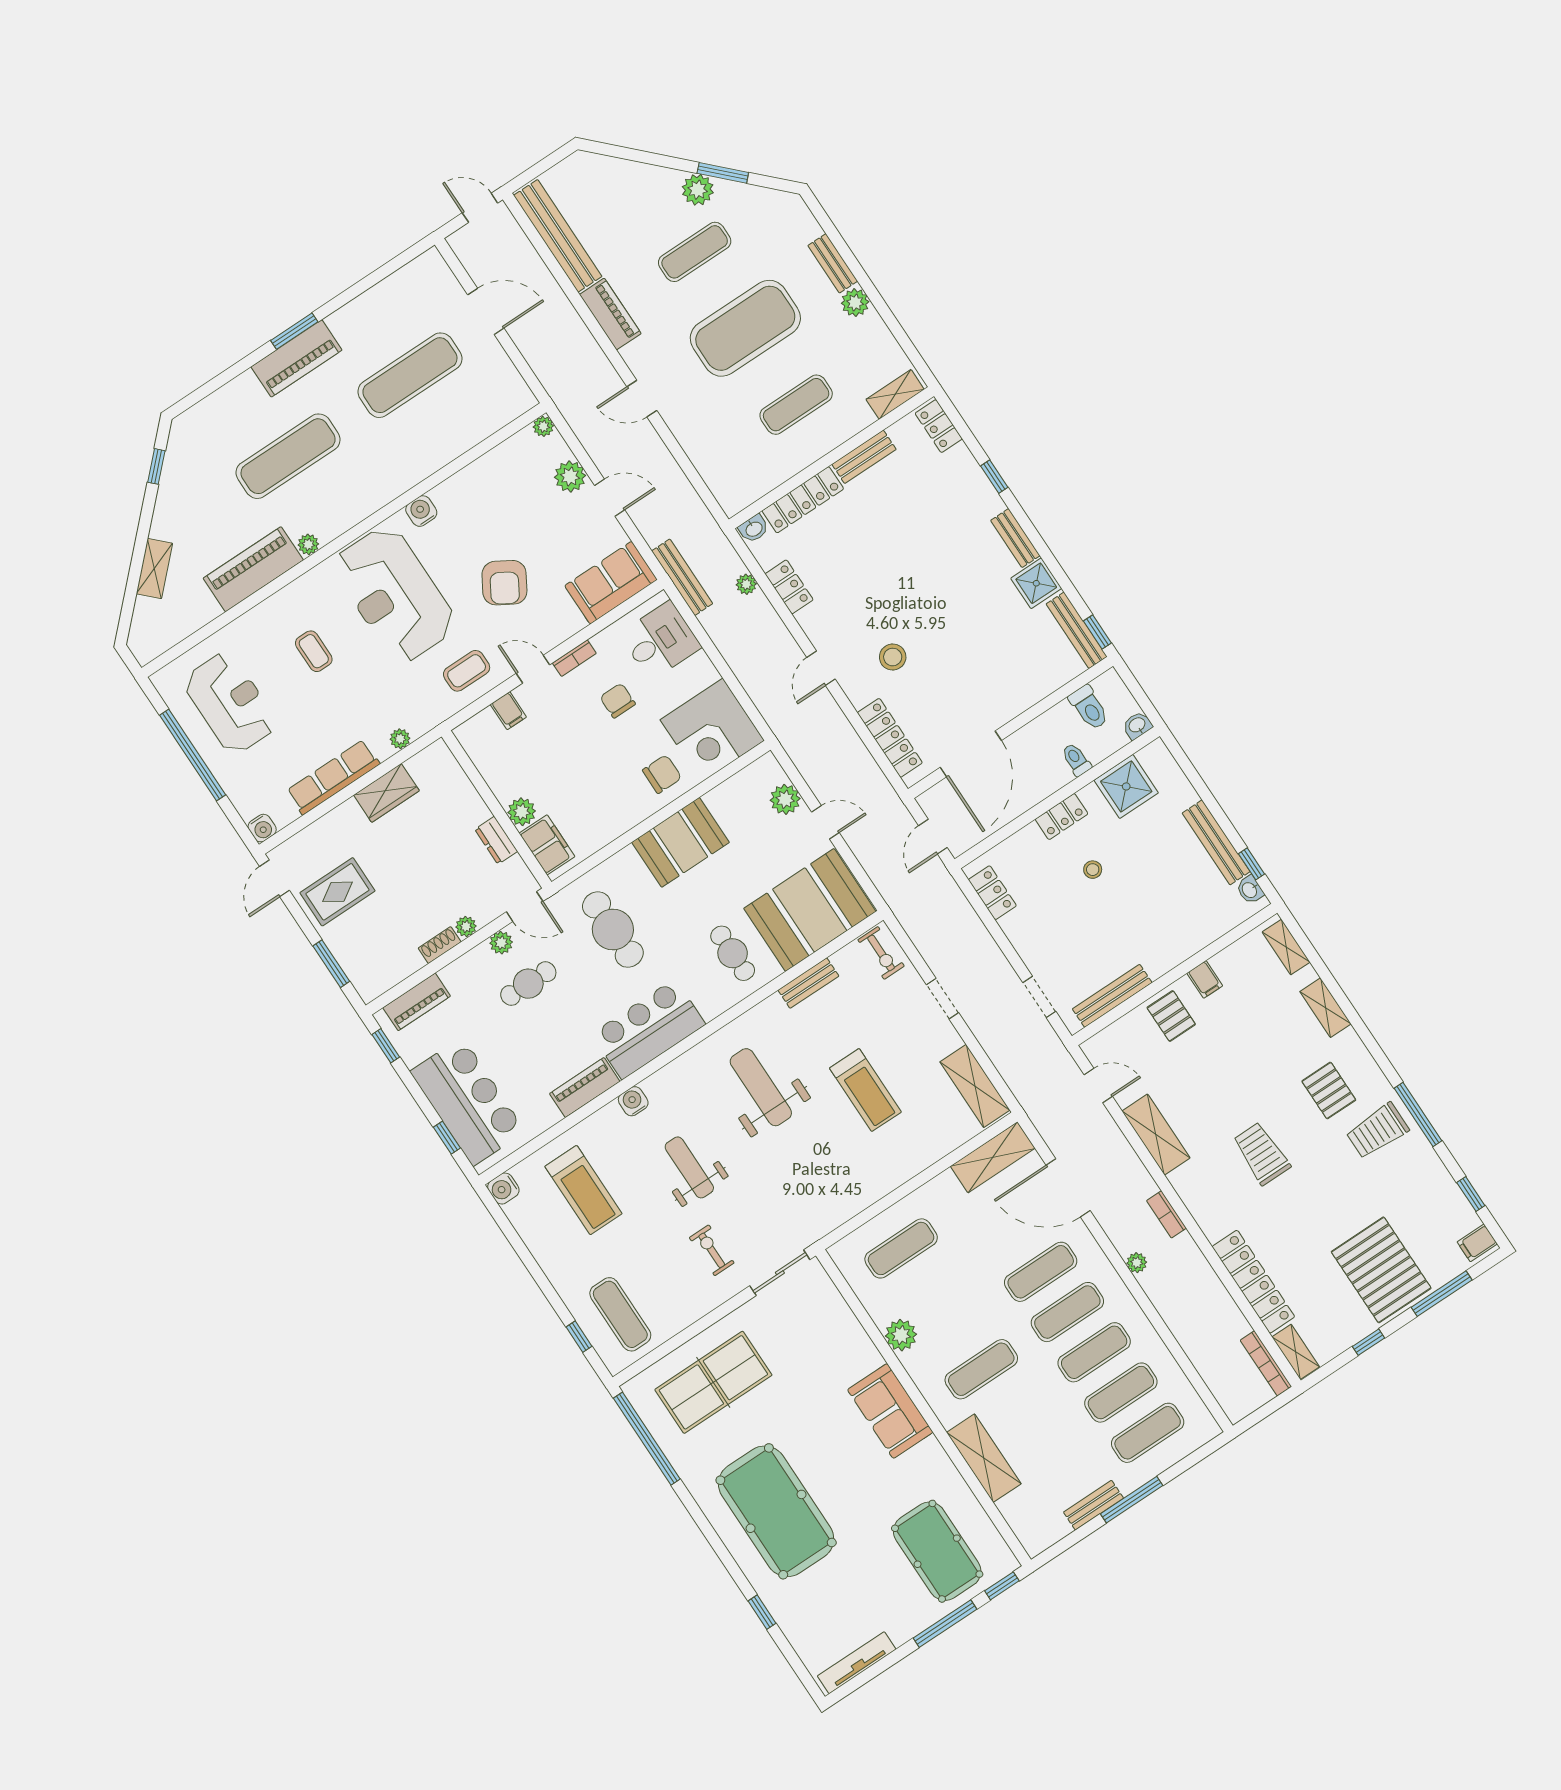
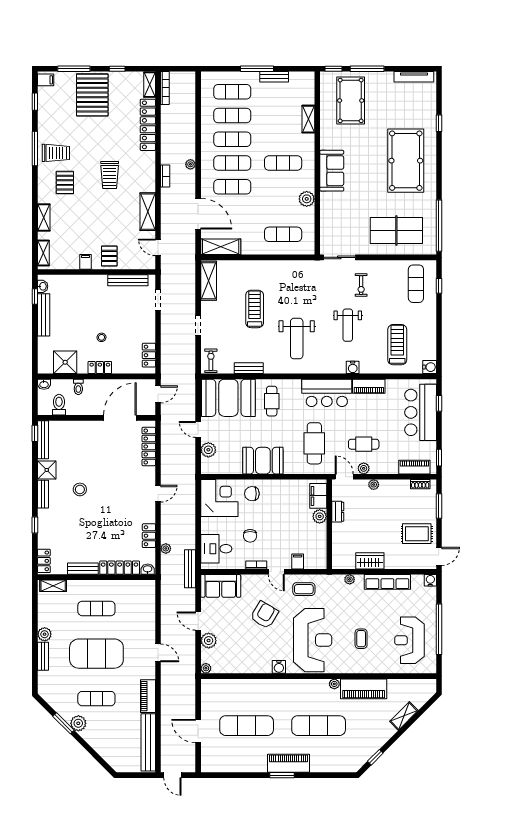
stool: (893, 657) -> (80, 489), moved
shoe rack: (440, 945) -> (420, 484), moved
shelving: (984, 1458) -> (308, 119), width x0.67, depth x0.75

